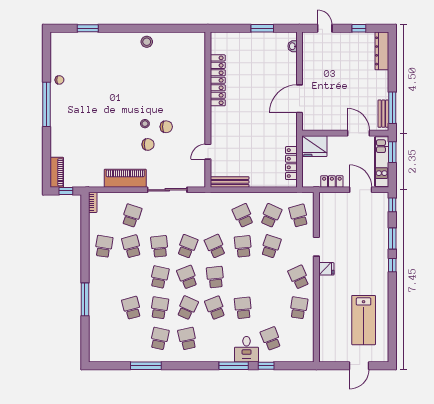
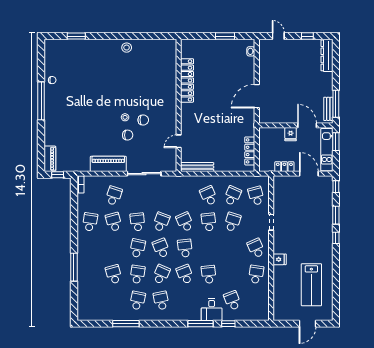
fridge: (314, 146) -> (291, 134), moved, width x0.53, depth x0.75
fridge: (326, 269) -> (280, 259), moved

